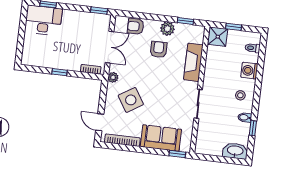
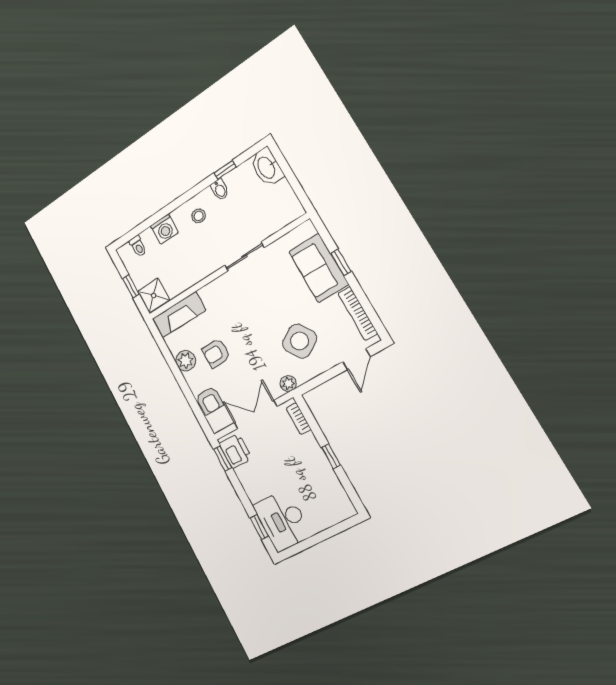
printer: (98, 21) -> (236, 451), added
window: (185, 21) -> (163, 346), removed
fireplace: (193, 62) -> (179, 315), moved
window: (177, 154) -> (341, 262), moved

